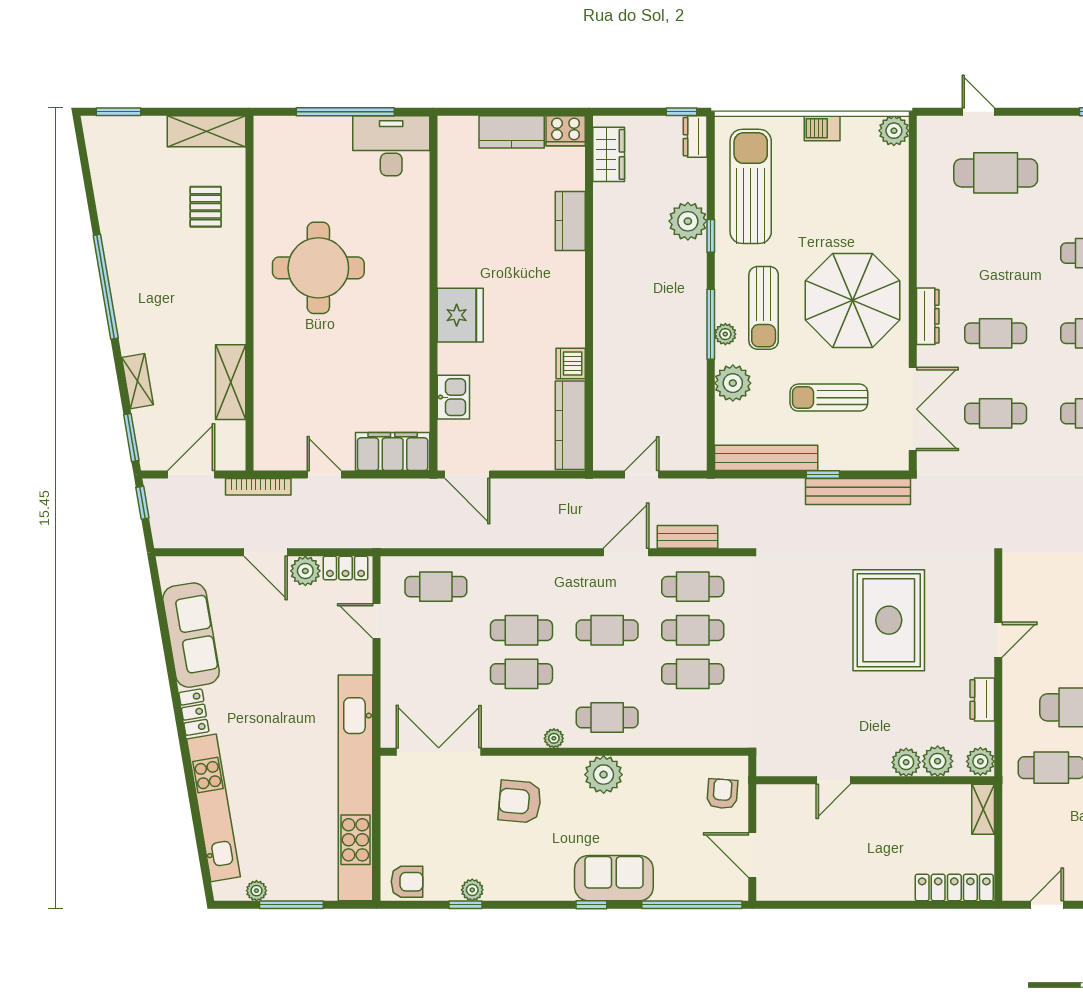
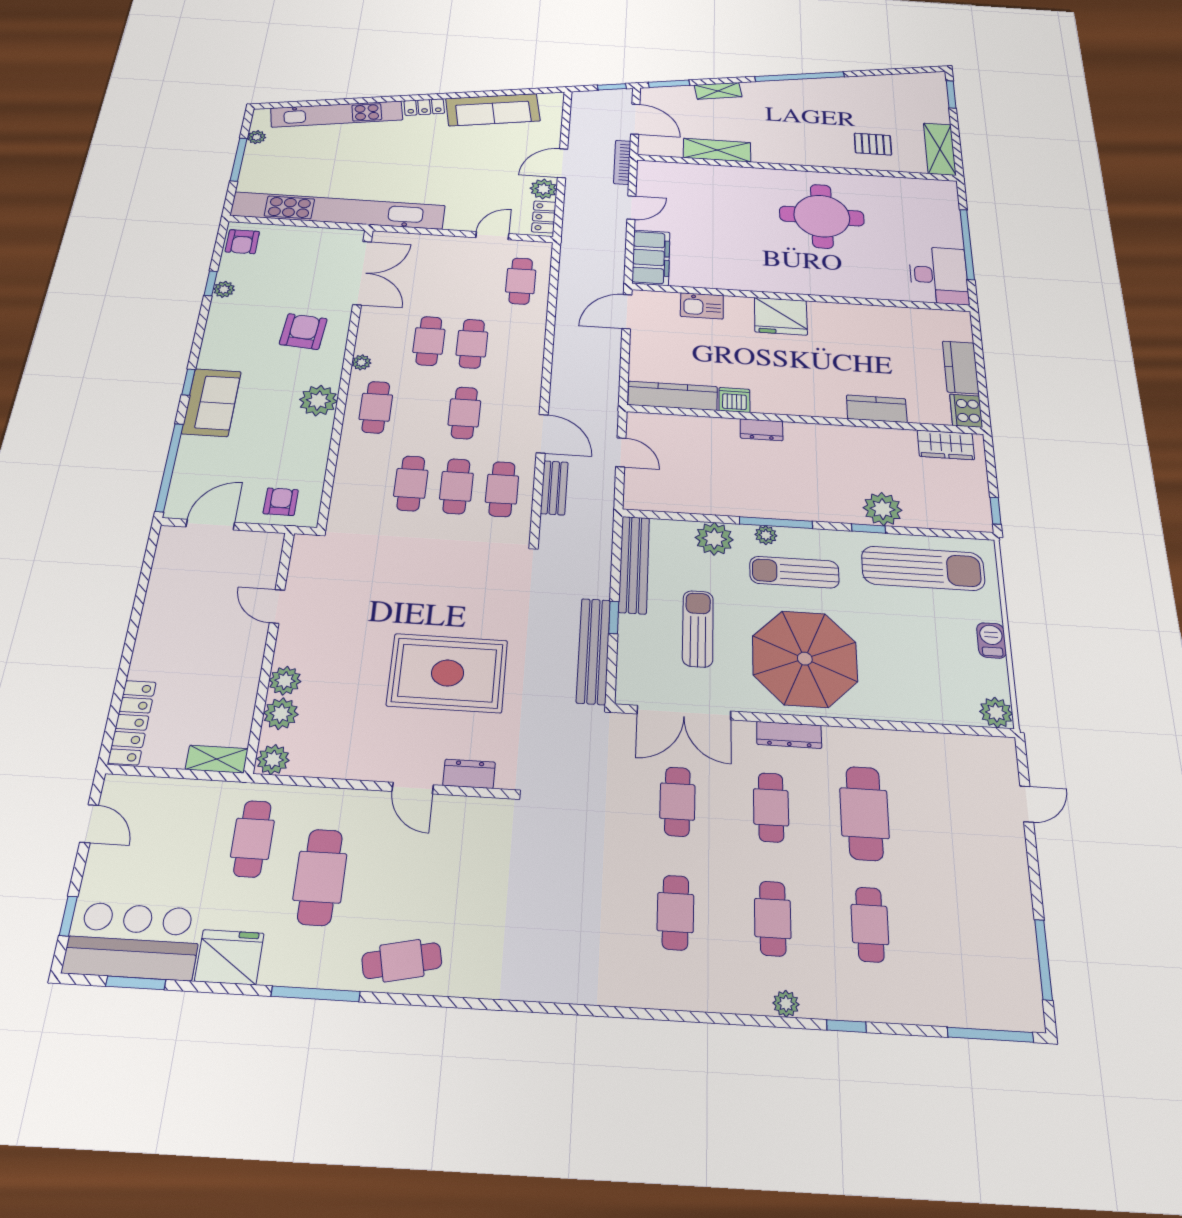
dresser: (695, 137) -> (762, 430), moved, turned 180
cafe table: (996, 173) -> (864, 813), moved
dresser: (982, 699) -> (469, 774), moved
armchair: (722, 794) -> (281, 502), turned -94

